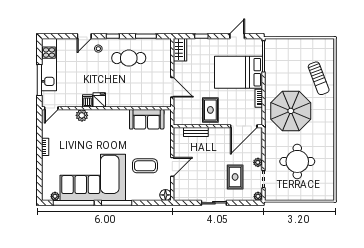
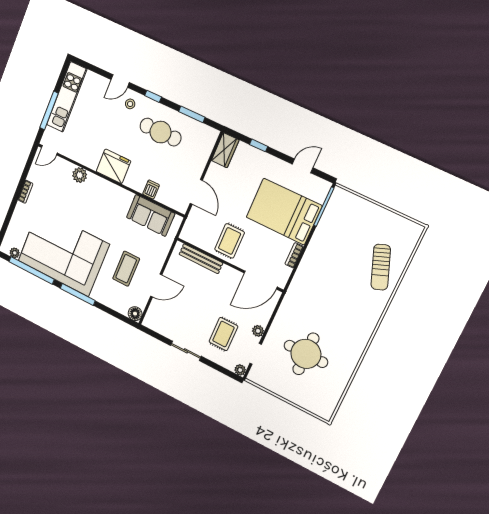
fridge: (99, 100) -> (114, 166), width x1.88, depth x1.34
dishwasher: (87, 101) -> (151, 189), moved
parasol: (291, 111) -> (326, 290), removed
bench: (196, 132) -> (201, 259), width x1.36
coffee table: (145, 166) -> (126, 269), turned 90

